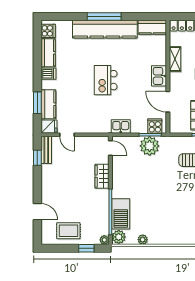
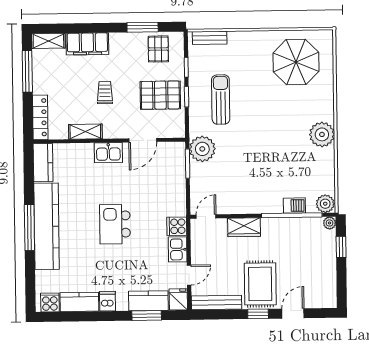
kitchen island: (106, 80) -> (115, 224), turned 90
cooker: (155, 126) -> (177, 226), moved
kitchen sink: (121, 127) -> (178, 249), moved
plant: (150, 146) -> (202, 149), moved
bench: (46, 150) -> (216, 303), width x1.36
window: (37, 158) -> (258, 314), moved
barbecue: (121, 214) -> (294, 206), width x0.53, depth x0.65
rug: (68, 231) -> (260, 284), moved, width x1.36, depth x1.43
plant: (143, 240) -> (322, 134), moved, width x1.87, depth x1.87

